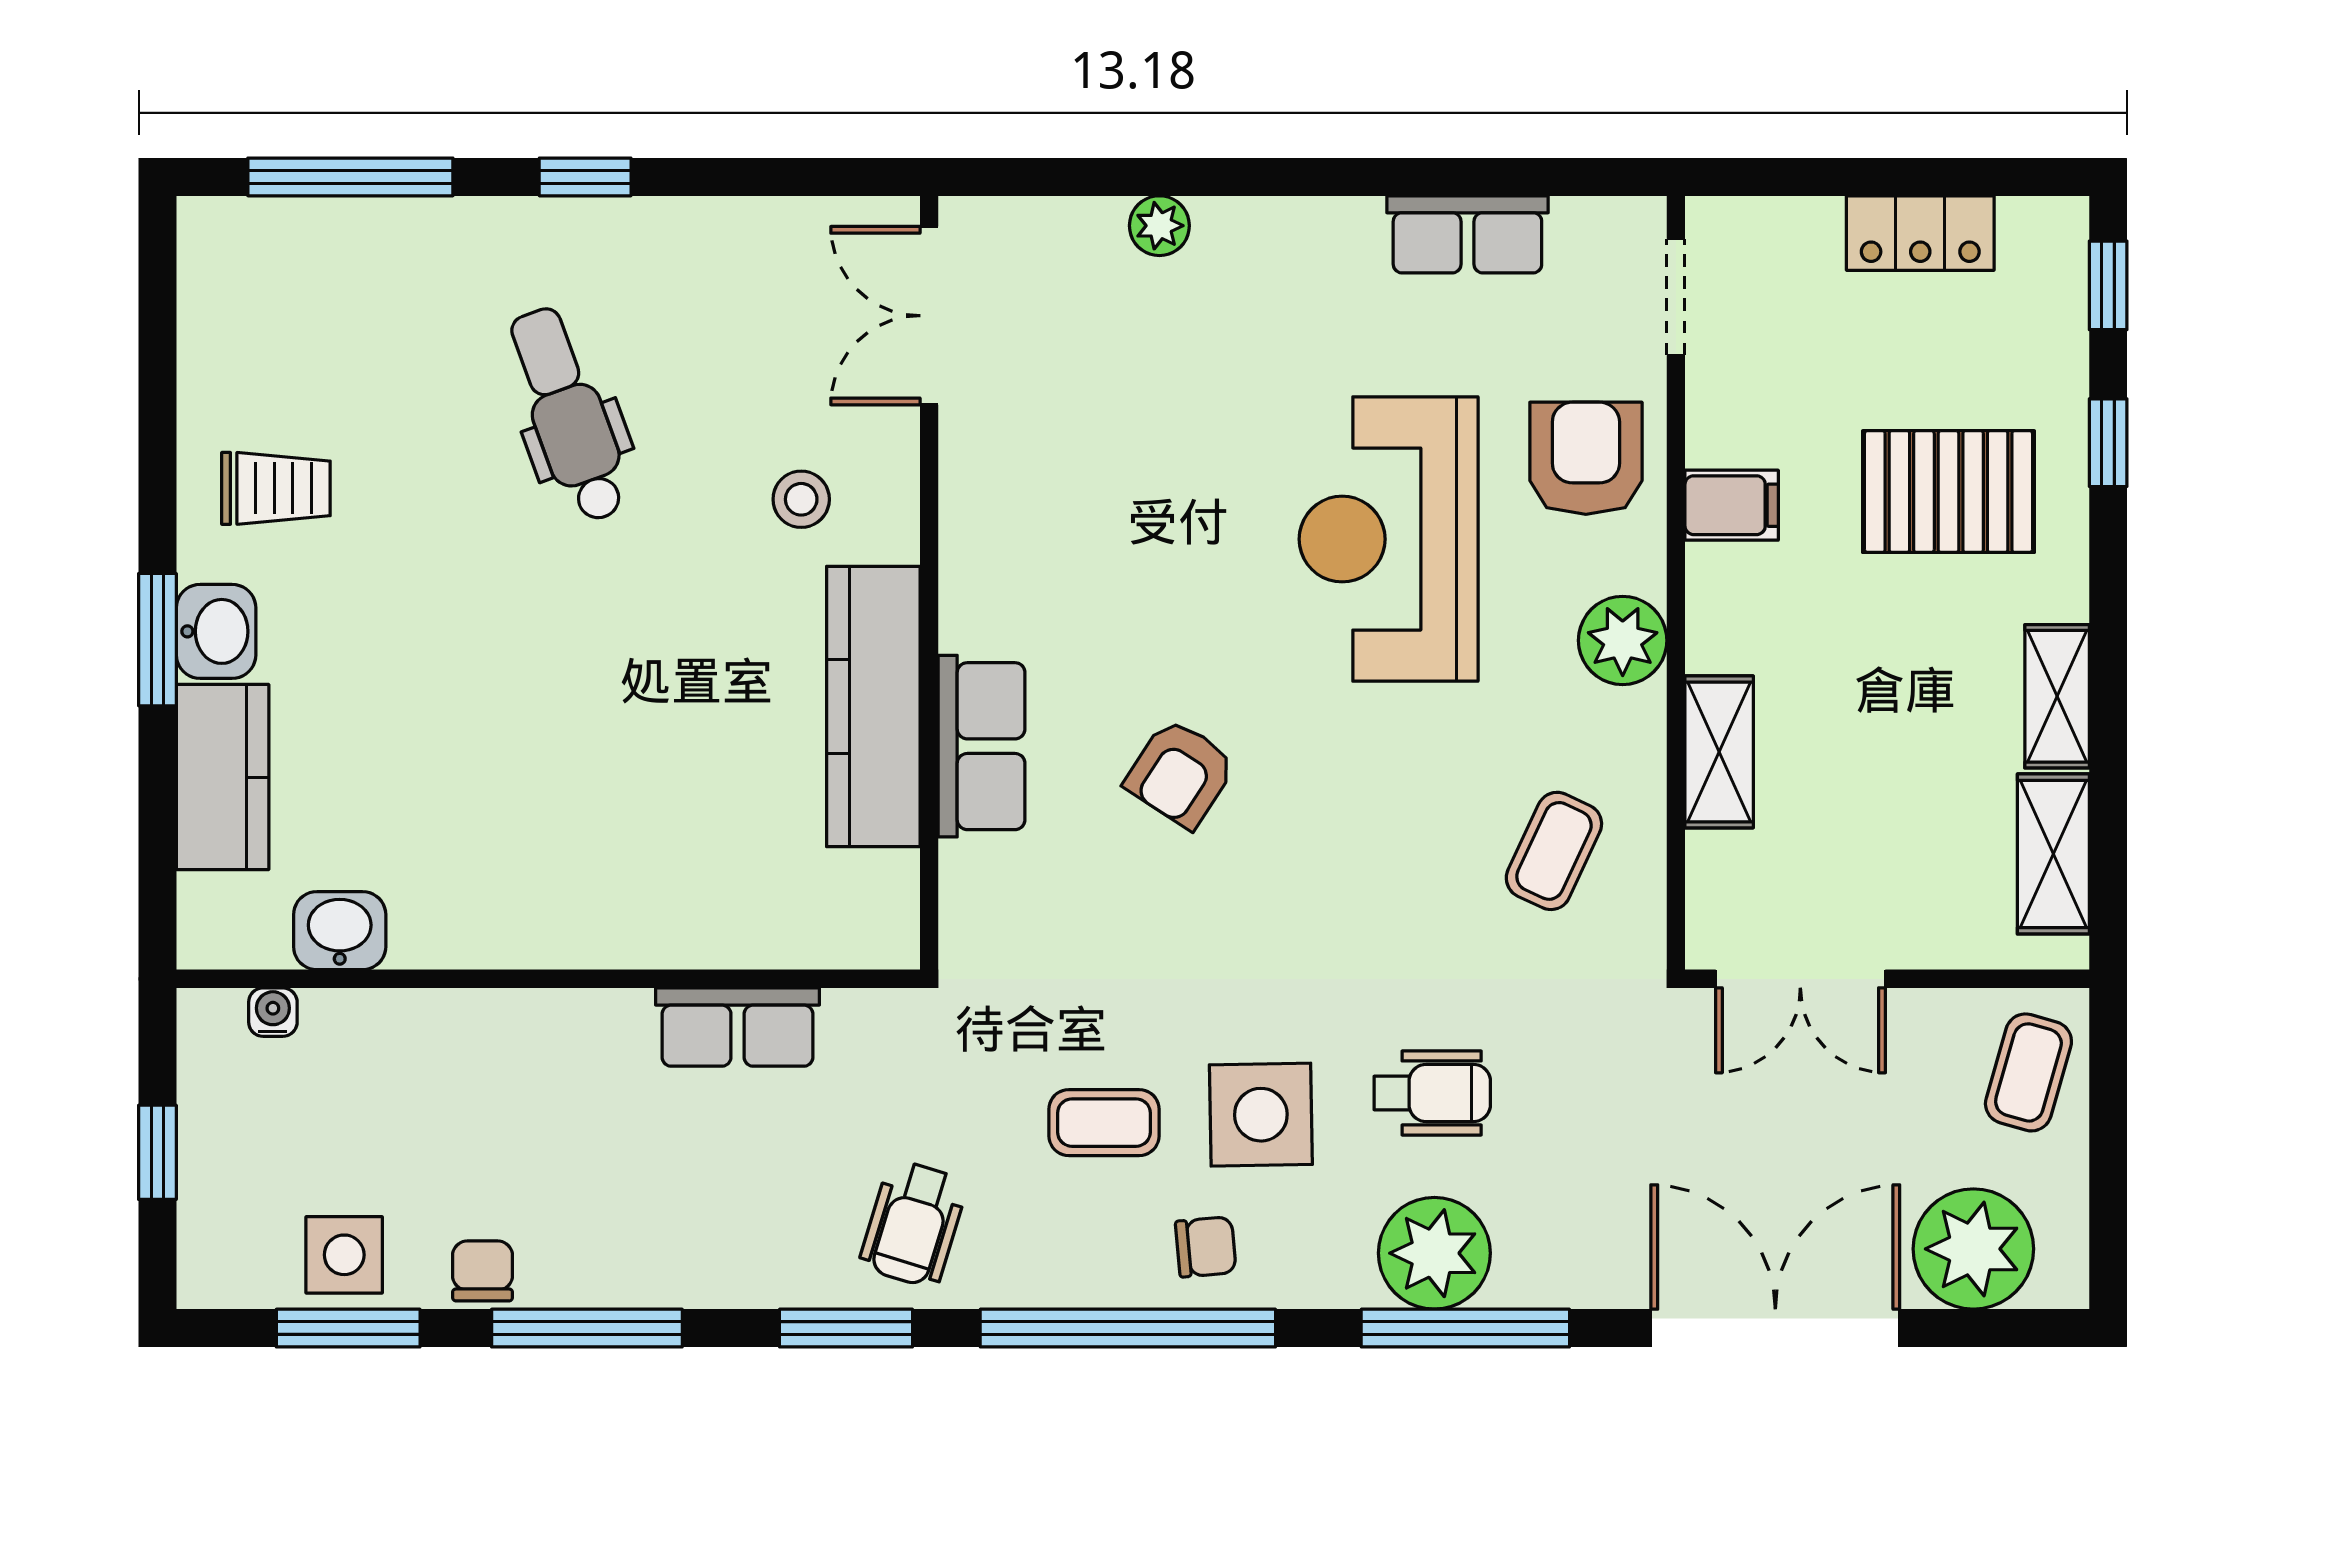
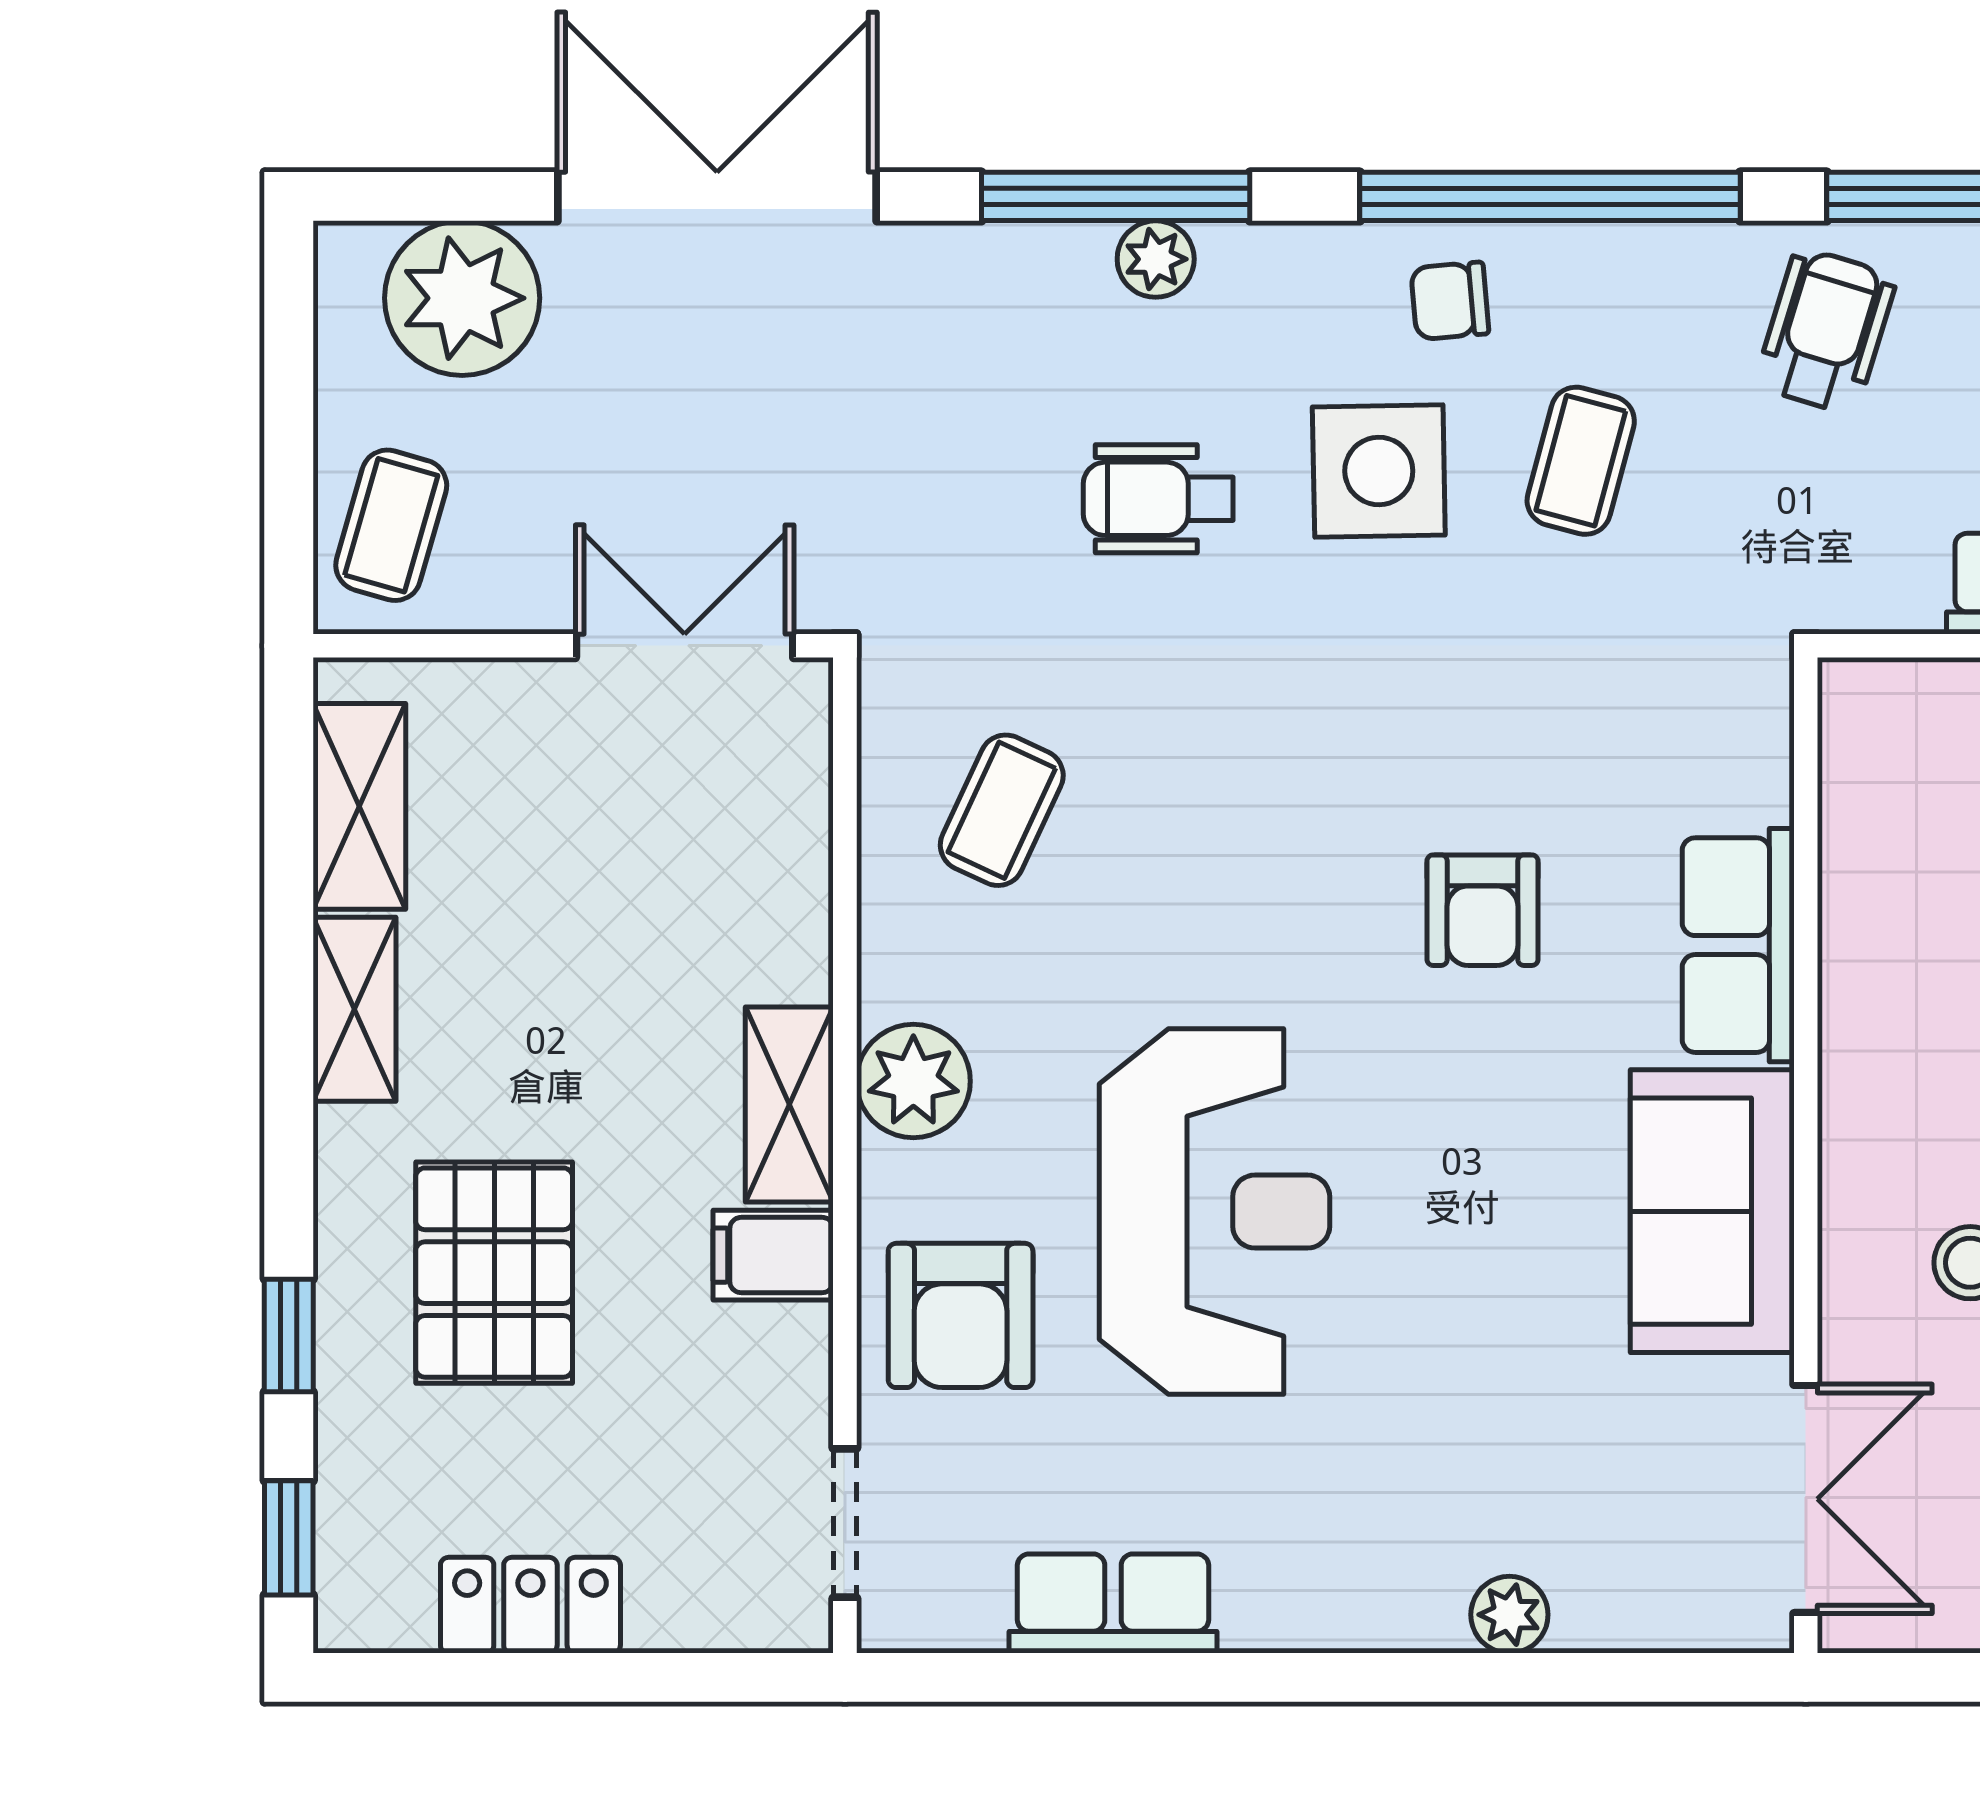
pallet: (1949, 492) -> (494, 1273), turned 90
sofa: (1002, 539) -> (1712, 1211), added
kitchen counter: (873, 706) -> (1877, 996), removed
shelving: (1719, 752) -> (789, 1105), moved
armchair: (1180, 773) -> (1482, 910), turned 147
coffee table: (1104, 1123) -> (1581, 461), turned -75
plant: (1434, 1253) -> (1156, 259), width x0.53, depth x0.53
double door: (1775, 1328) -> (717, 196), swing flipped

